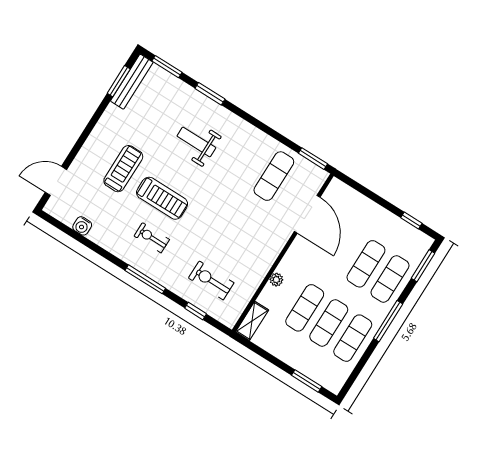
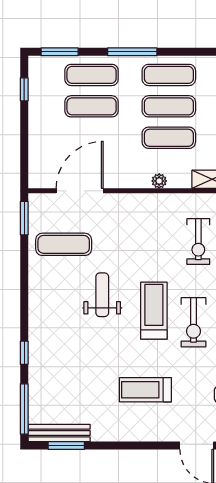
window: (167, 67) -> (24, 409), width x1.44
window: (210, 94) -> (24, 353), width x0.67
weight bench: (196, 142) -> (102, 295), moved, turned 180
treadmill: (162, 198) -> (154, 311), moved
exercise bike: (152, 238) -> (193, 322), width x1.38, depth x1.39

